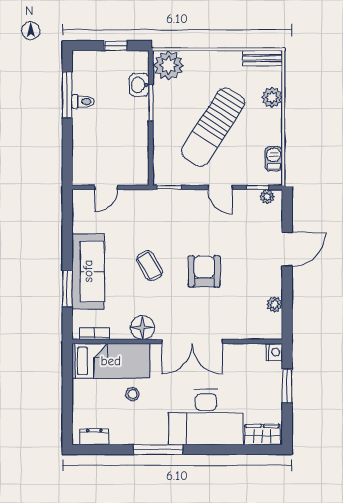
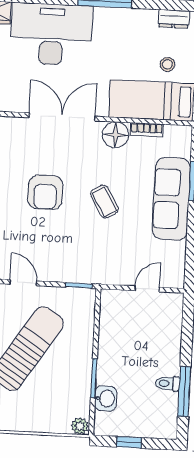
plant: (169, 65) -> (80, 426), width x0.53, depth x0.53
bookcase: (95, 334) -> (147, 130), moved
stool: (132, 394) -> (167, 64), moved

